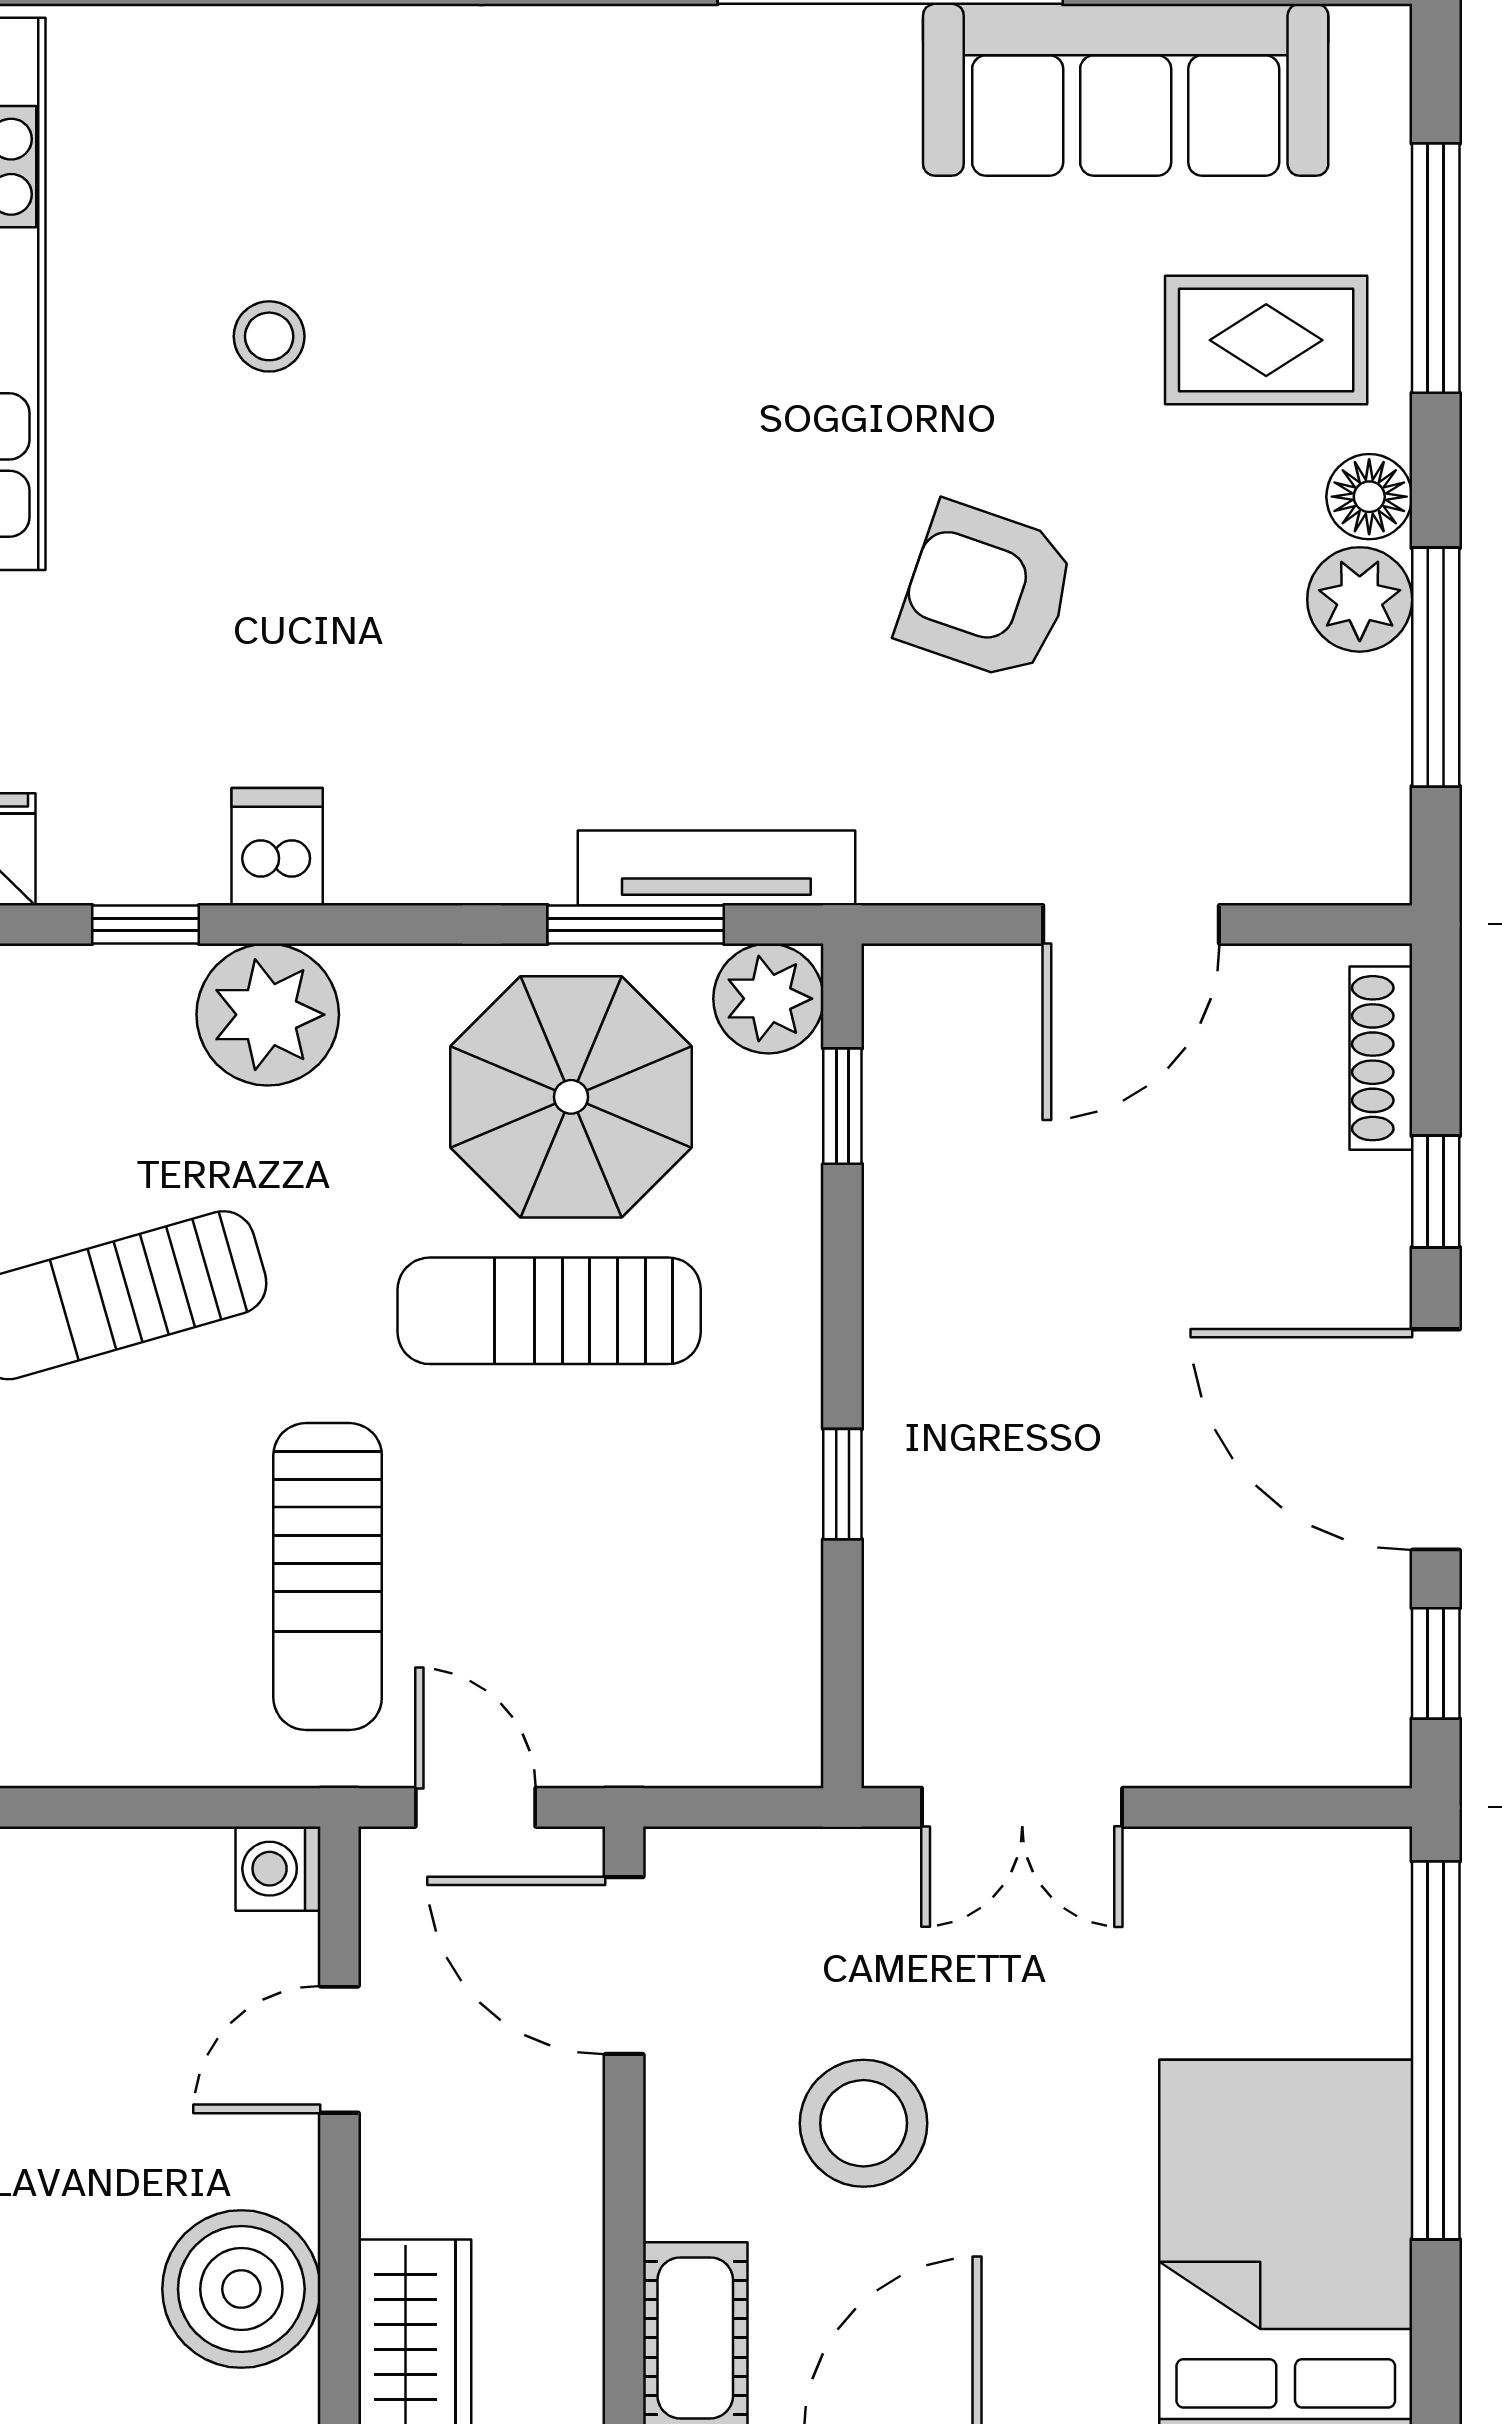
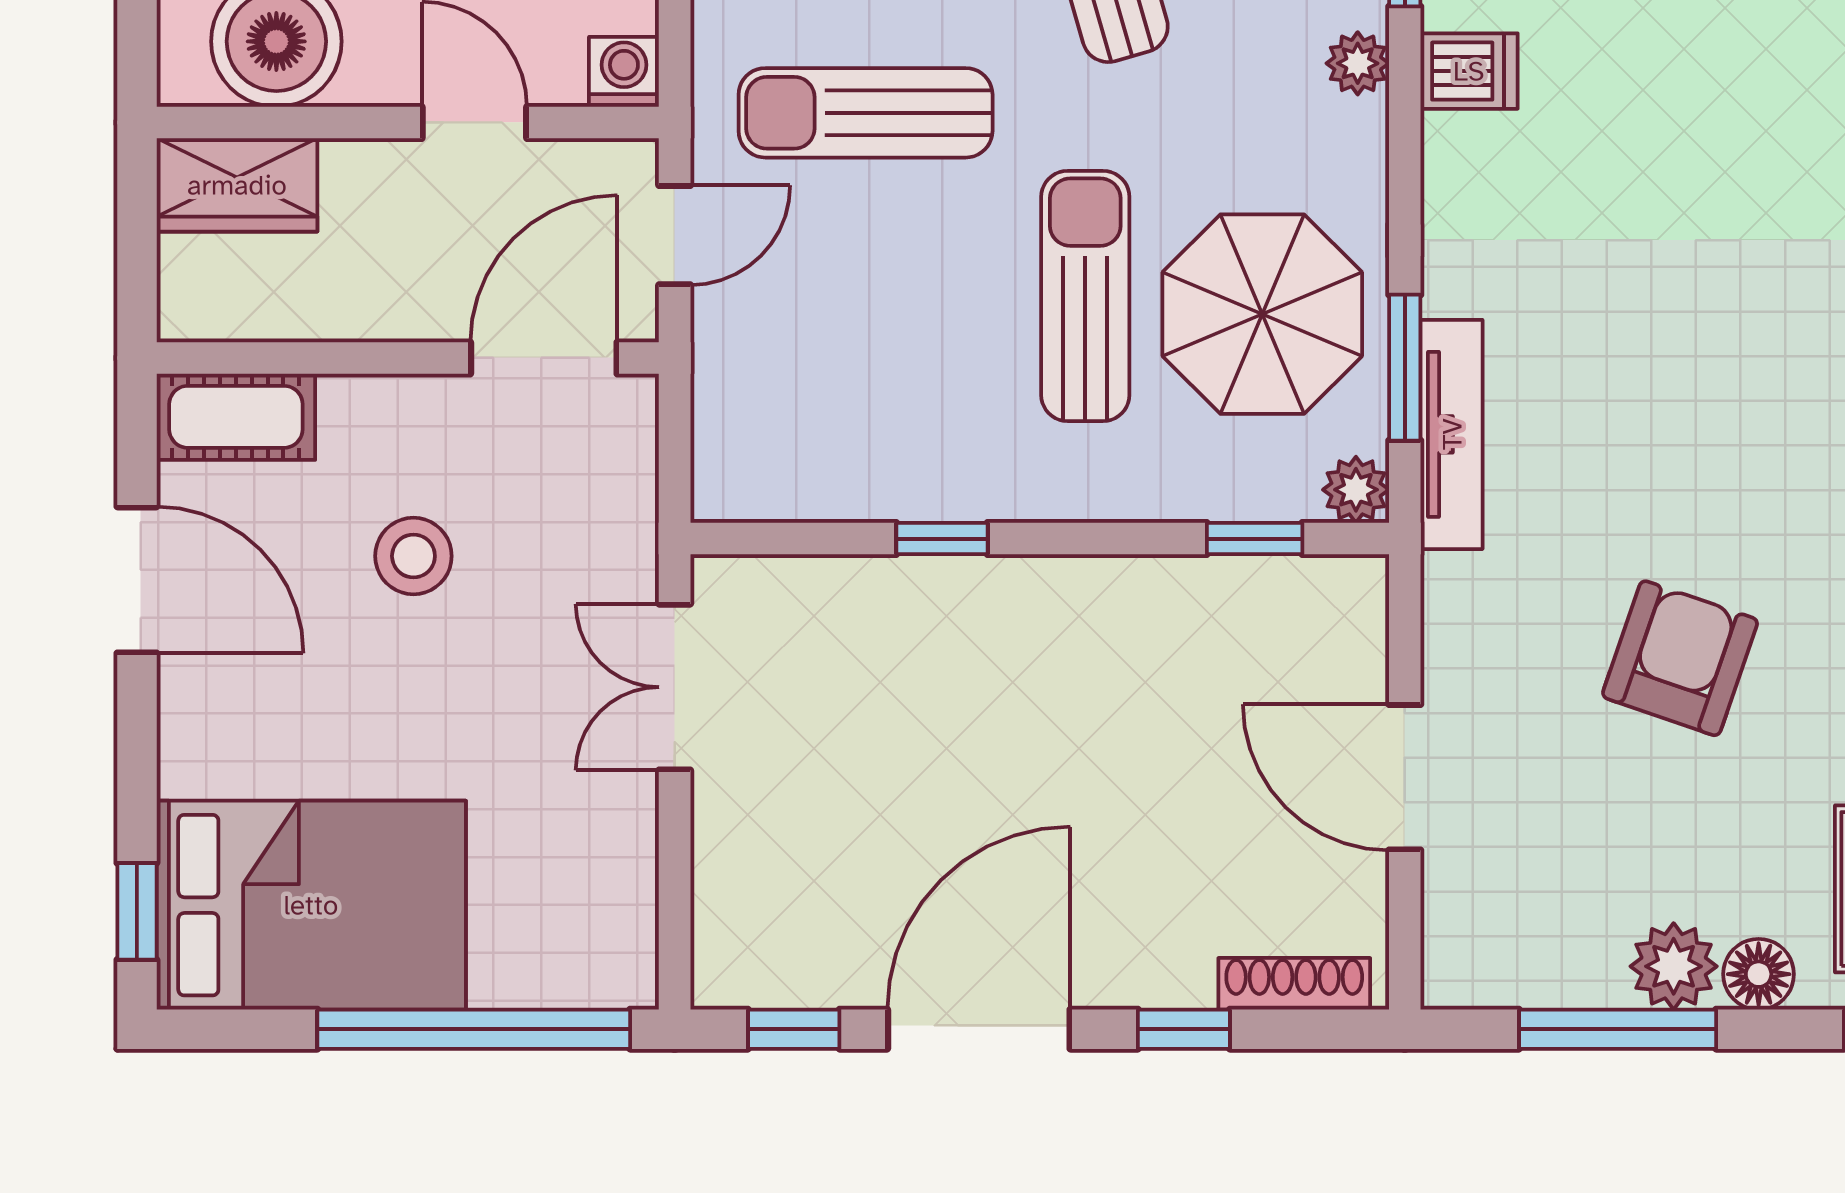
plant: (768, 999) -> (1356, 490), width x0.73, depth x0.73
plant: (268, 1015) -> (1358, 63), width x0.53, depth x0.53
stool: (864, 2123) -> (413, 556), width x0.73, depth x0.73

